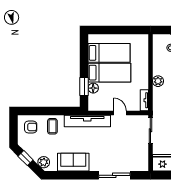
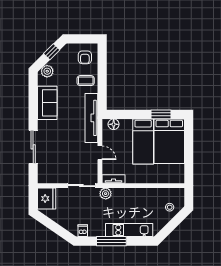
bed: (109, 53) -> (169, 141), width x1.50
plant: (158, 81) -> (106, 194), moved
window: (84, 87) -> (161, 114), moved
floor lamp: (93, 88) -> (114, 124), moved
door: (120, 113) -> (100, 153), hinge flipped

